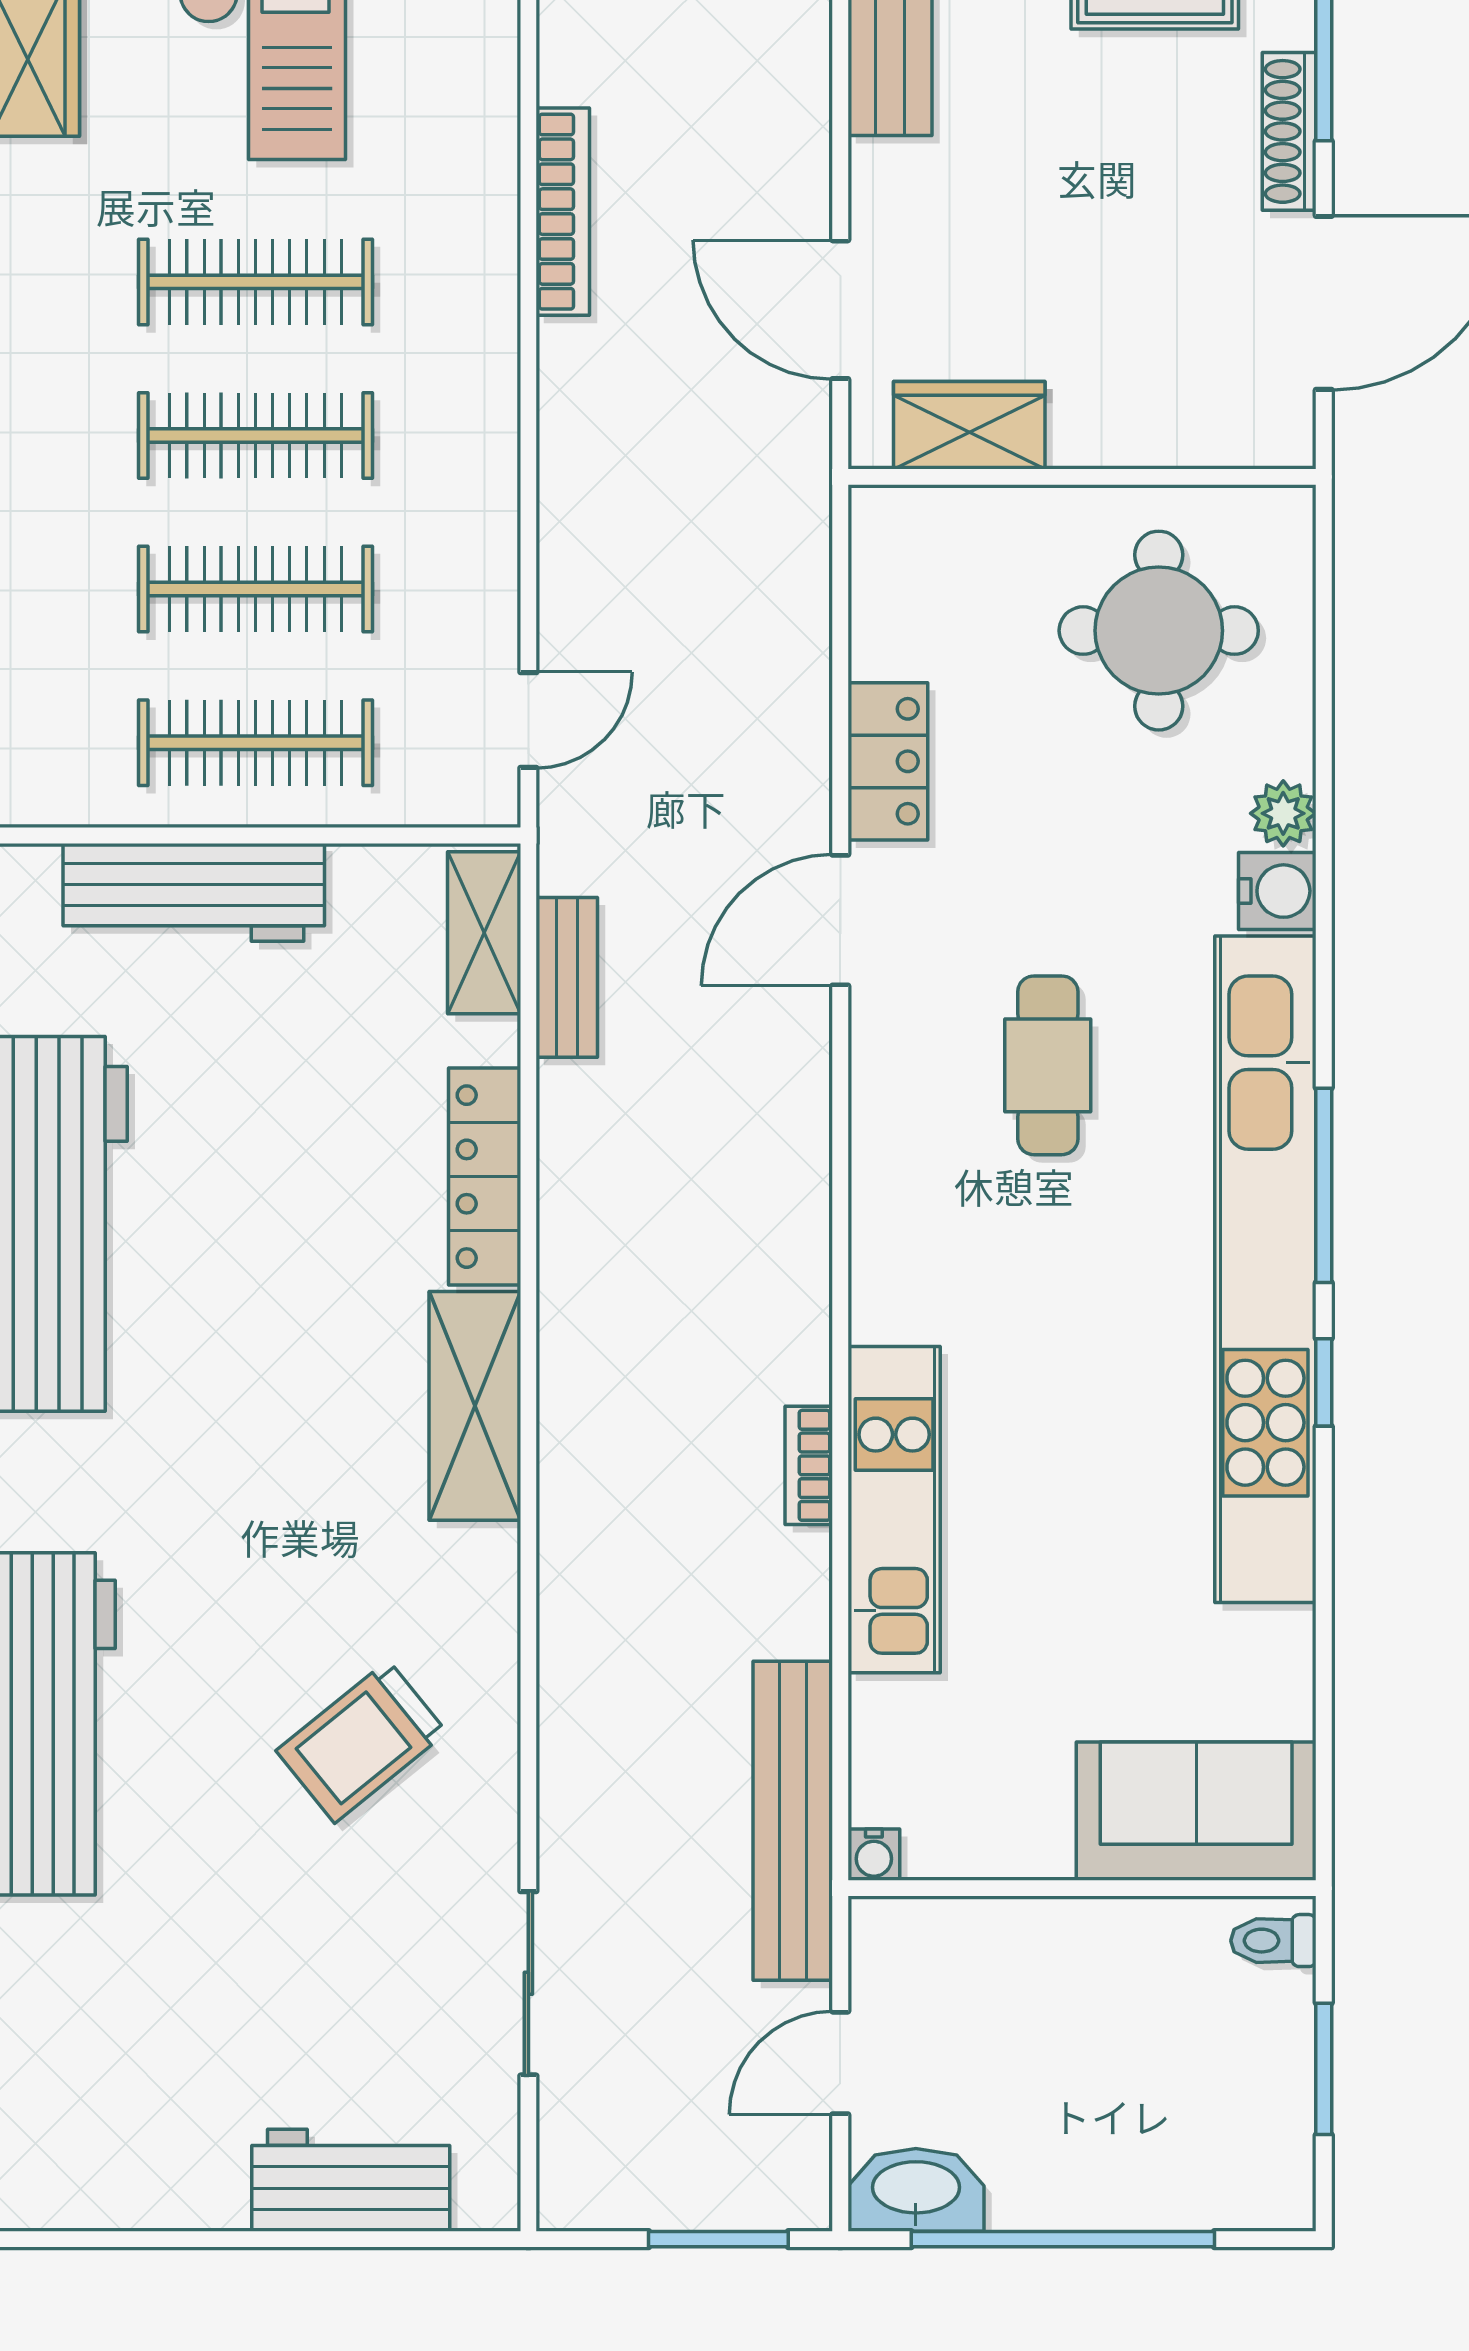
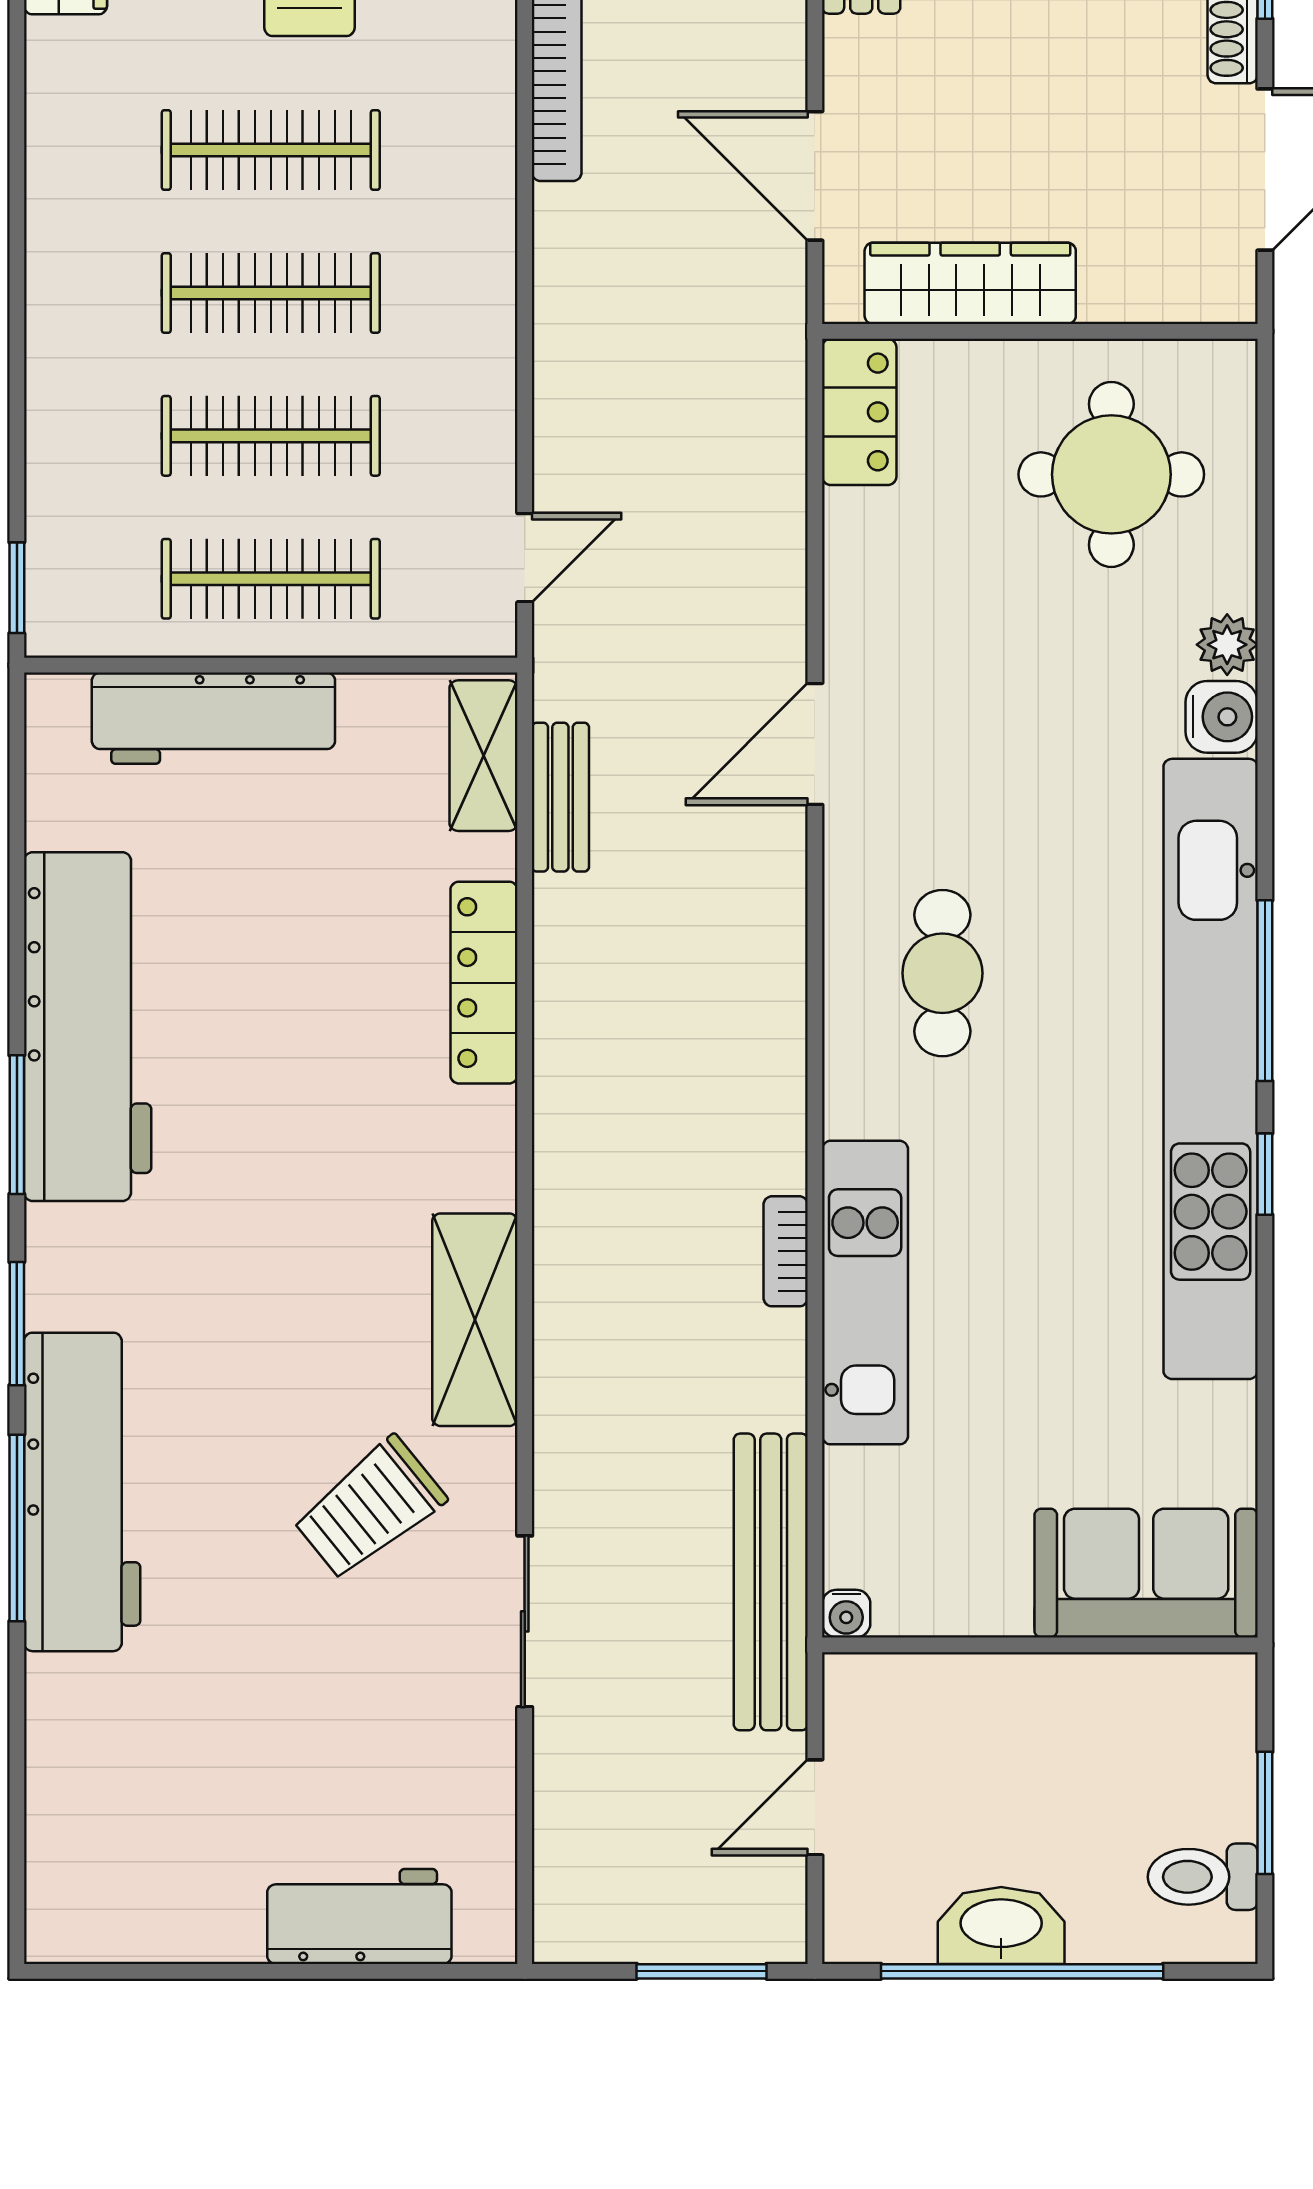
wardrobe: (969, 425) -> (970, 283), width x1.50
locker: (888, 761) -> (859, 412), moved
cafe table: (1048, 1065) -> (942, 973), moved
shelving: (475, 1406) -> (475, 1320), moved
toilet: (1273, 1941) -> (1203, 1877), moved, width x1.37, depth x1.39
sliding door: (528, 1983) -> (525, 1621), moved
washbasin: (916, 2190) -> (1001, 1925), moved

